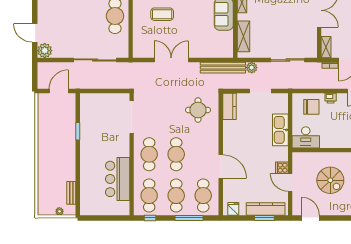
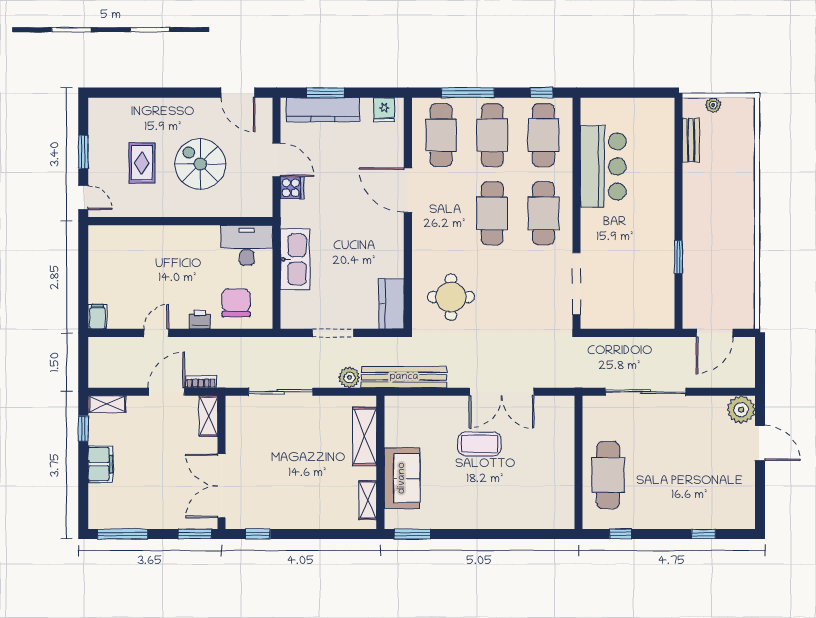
coffee table: (162, 14) -> (480, 444), moved
chair: (311, 107) -> (236, 303), turned 90

